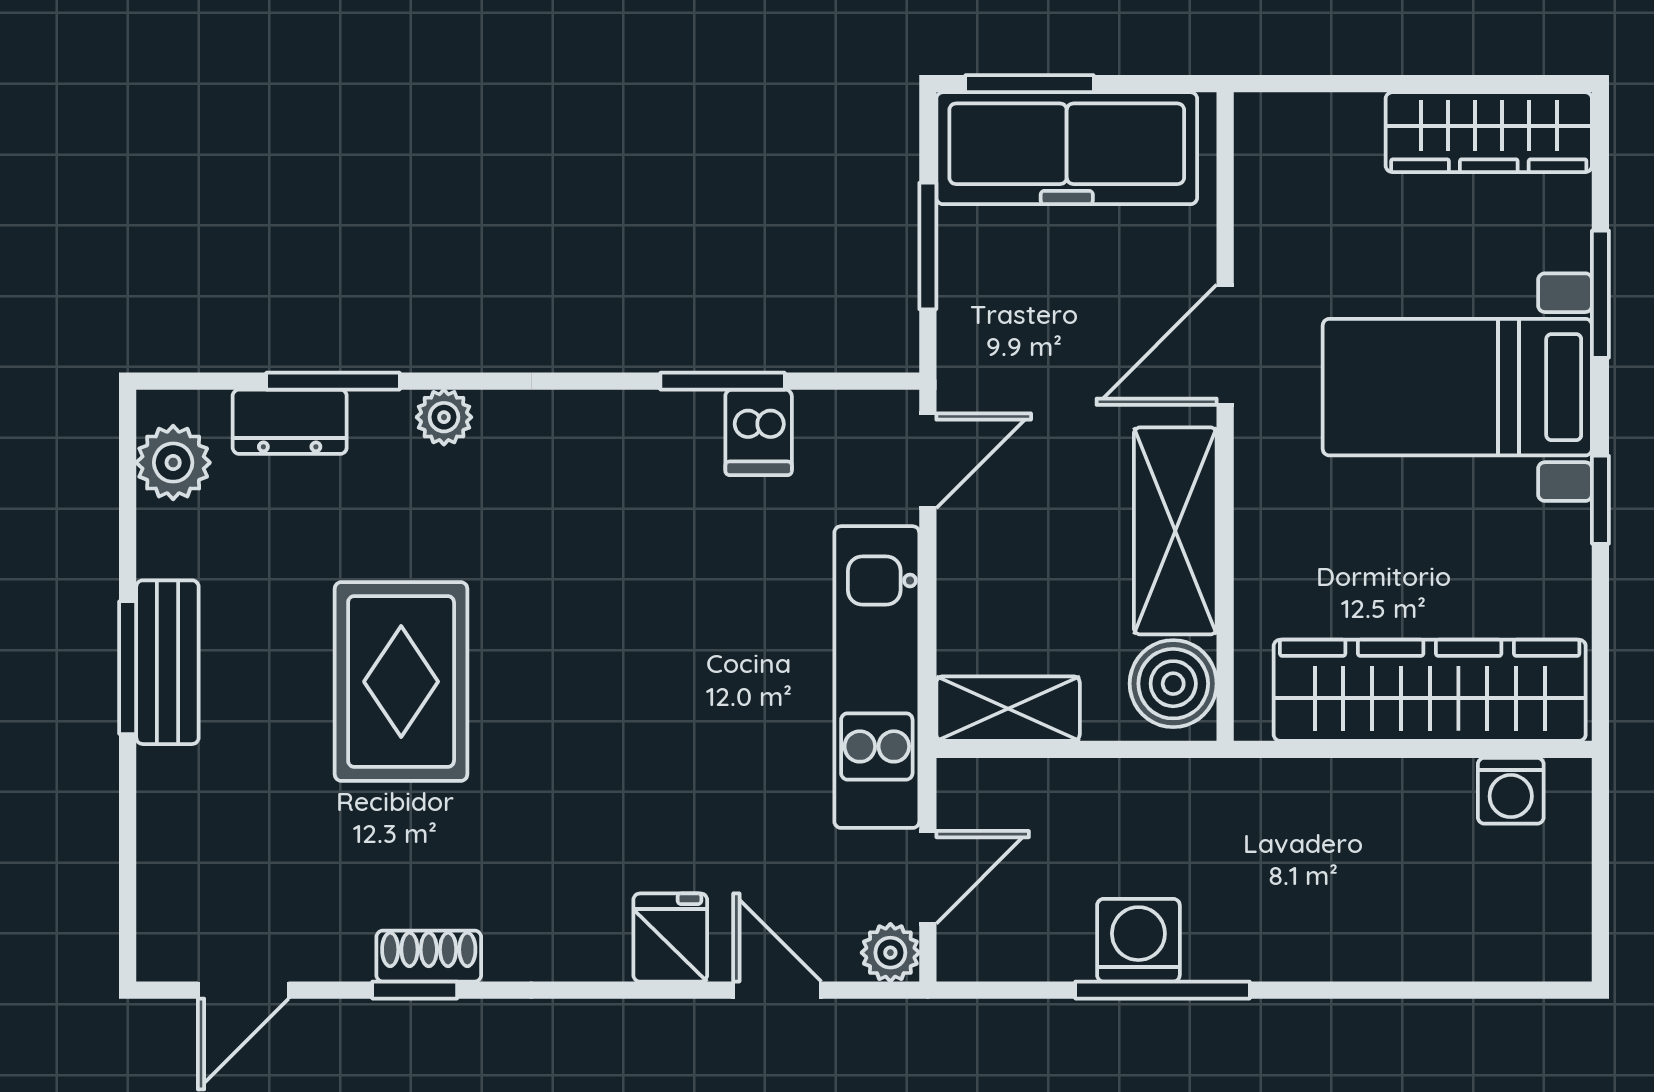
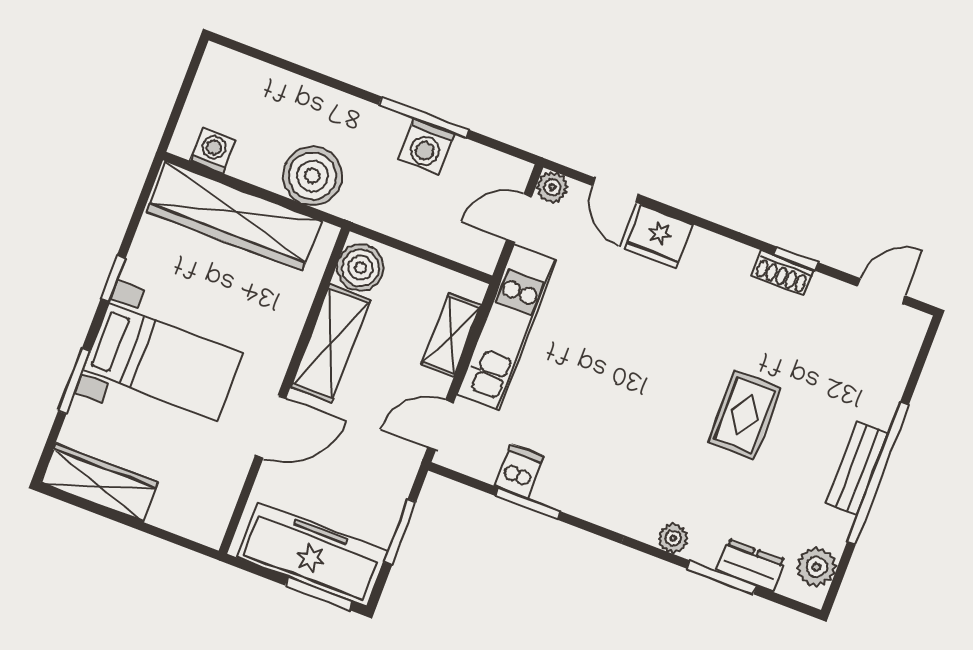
window: (128, 668) -> (878, 473), width x2.11
rug: (401, 682) -> (744, 415), width x0.73, depth x0.70
shelving: (1008, 709) -> (451, 335), moved, turned 90
boiler: (1319, 813) -> (312, 176), added
fridge: (670, 938) -> (659, 236), width x1.38

